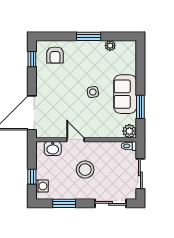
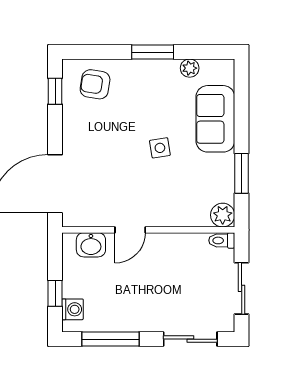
armchair: (55, 55) -> (95, 84), turned 99
sofa: (125, 94) -> (215, 119), moved
door: (75, 140) -> (130, 230), swing flipped
stool: (85, 170) -> (147, 281), removed
window: (64, 203) -> (111, 339), width x1.44

